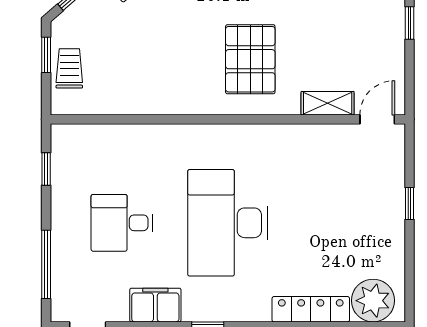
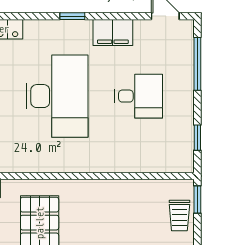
window: (46, 55) -> (197, 199), moved

